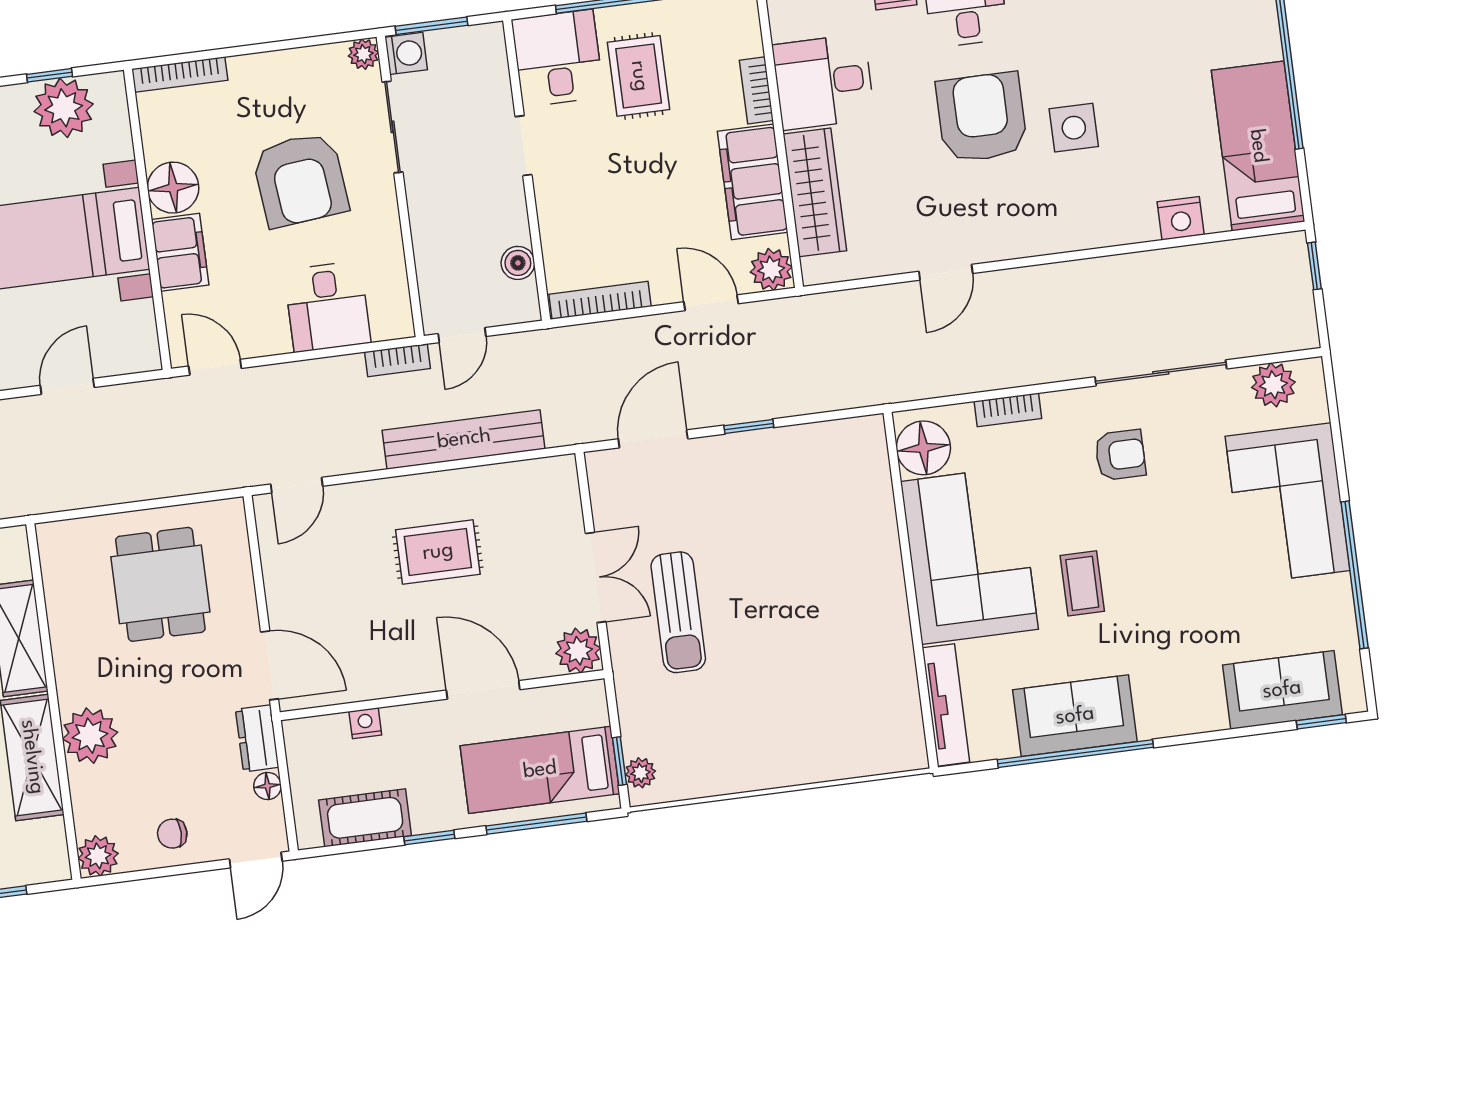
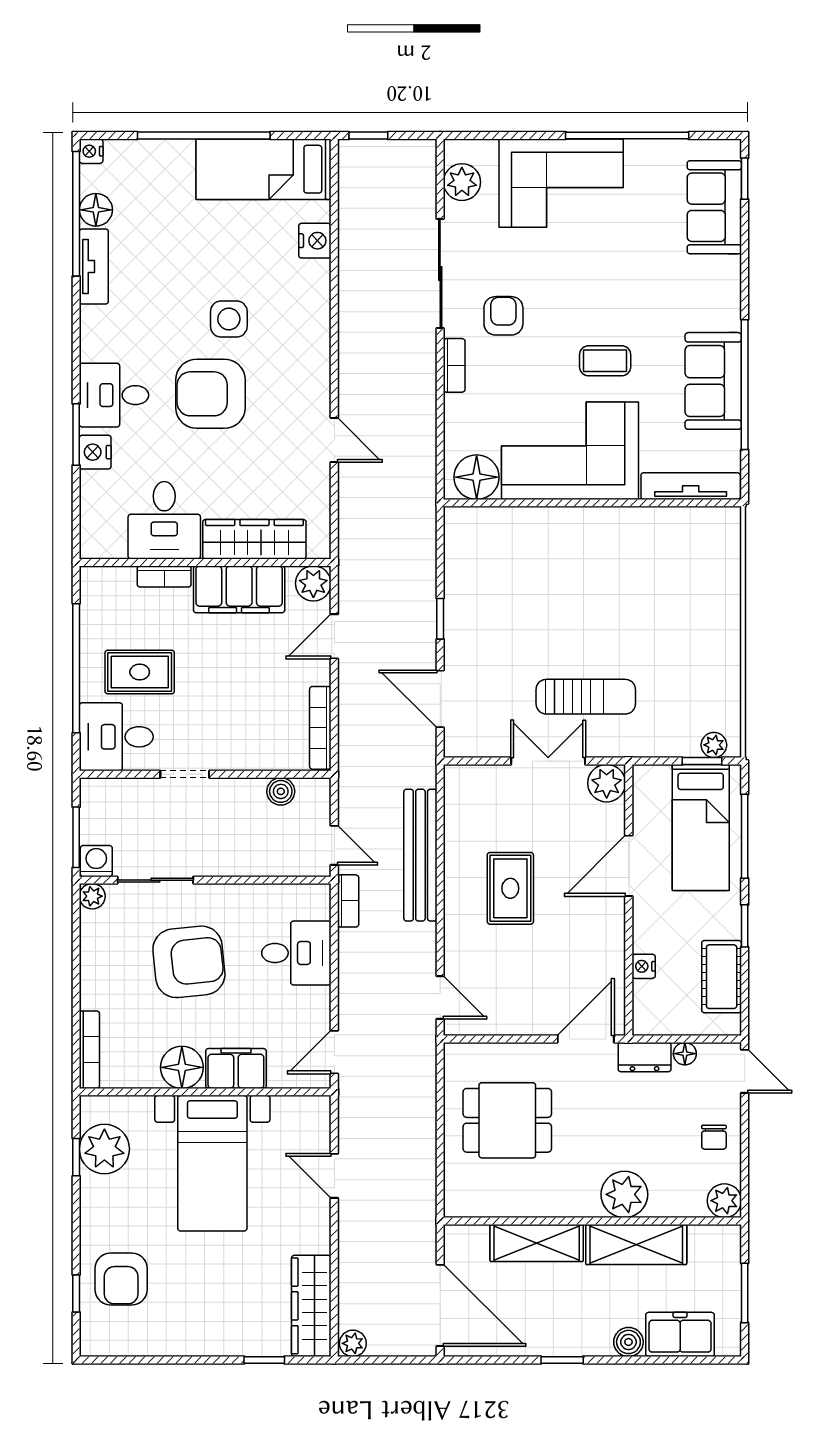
bookcase: (1008, 410) -> (454, 365), moved

